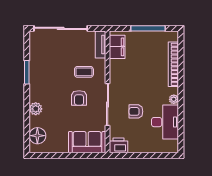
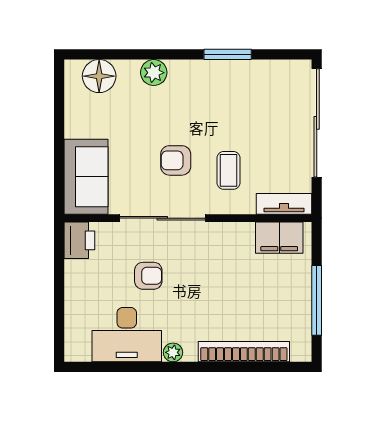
armchair: (136, 111) -> (148, 276), turned 90

